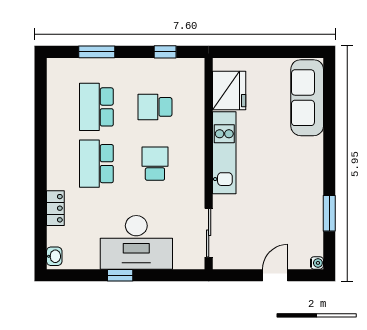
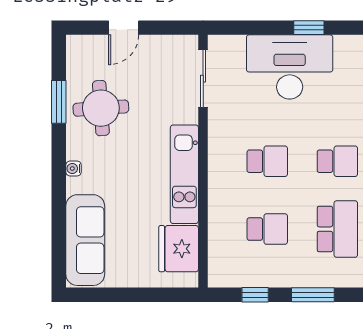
window: (97, 52) -> (313, 295), moved
school desk: (96, 164) -> (337, 161), width x0.54
school desk: (155, 164) -> (267, 161), turned -90
round table: (294, 208) -> (101, 108), added
water cooler: (317, 263) -> (74, 168), moved

